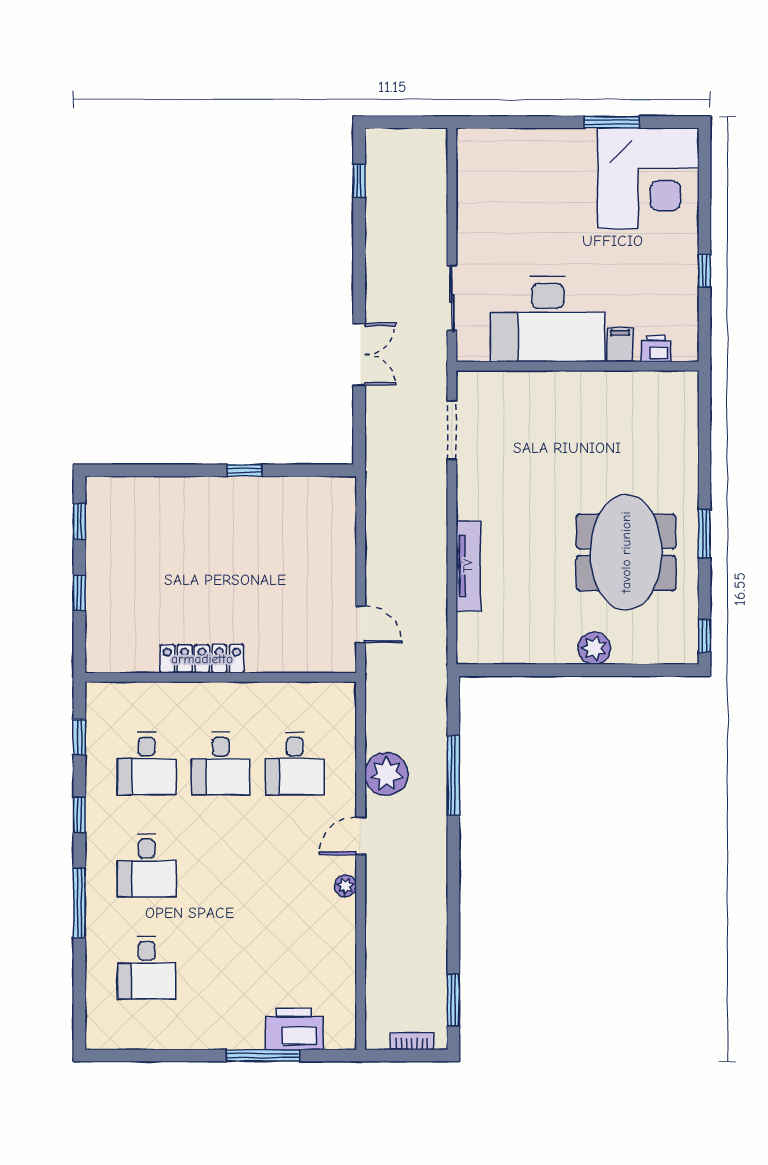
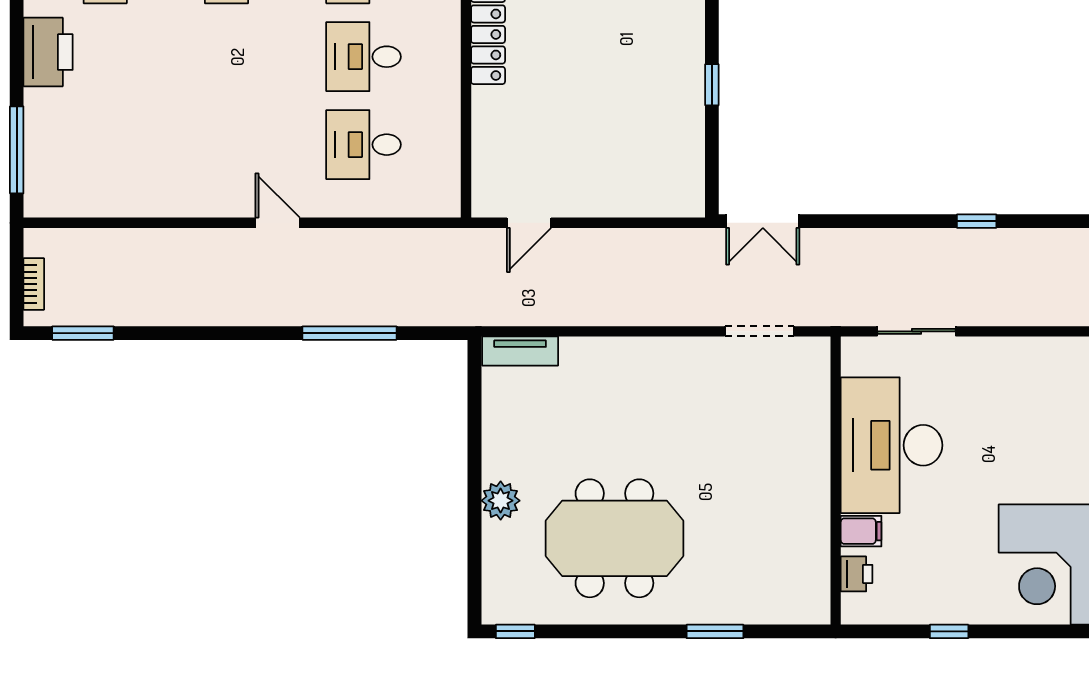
window: (359, 181) -> (977, 221), moved
double door: (359, 354) -> (763, 221), moved
window: (705, 534) -> (715, 631), moved
tv unit: (468, 566) -> (520, 351), moved, width x0.71
plant: (386, 774) -> (351, 254), removed
plant: (345, 886) -> (218, 205), removed
printer: (294, 1029) -> (48, 52), moved
window: (263, 1056) -> (17, 150), moved

